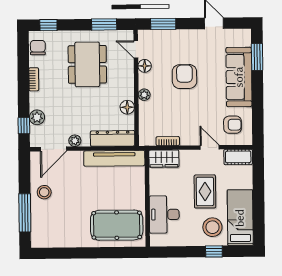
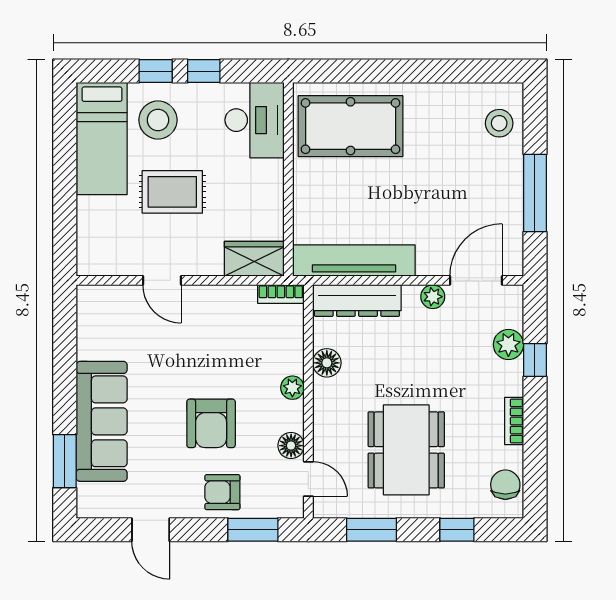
window: (48, 25) -> (457, 530), moved
chair: (38, 48) -> (505, 485), turned 180
armchair: (232, 125) -> (222, 492), moved
window: (24, 126) -> (535, 360), moved
bookcase: (168, 141) -> (281, 294), moved
cot: (238, 157) -> (105, 261), removed
rug: (205, 191) -> (172, 192), turned 90
stool: (44, 192) -> (499, 123), moved
window: (25, 213) -> (535, 193), moved
desk: (164, 215) -> (255, 120), moved
window: (190, 252) -> (204, 71), added

